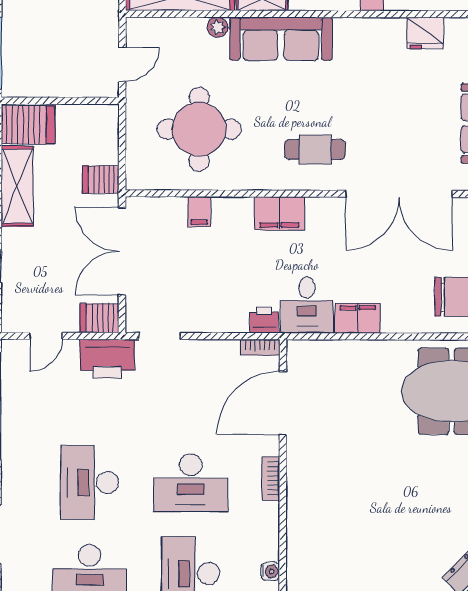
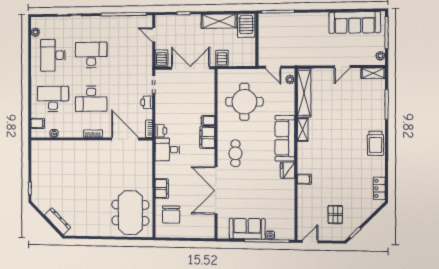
plant: (218, 27) -> (290, 80), moved
fridge: (425, 33) -> (287, 170), moved
filing cabinet: (199, 212) -> (208, 121), moved
filing cabinet: (358, 318) -> (162, 188), moved
printer: (107, 359) -> (147, 102), moved, width x0.53, depth x0.68
desk: (191, 483) -> (91, 99), turned -90

